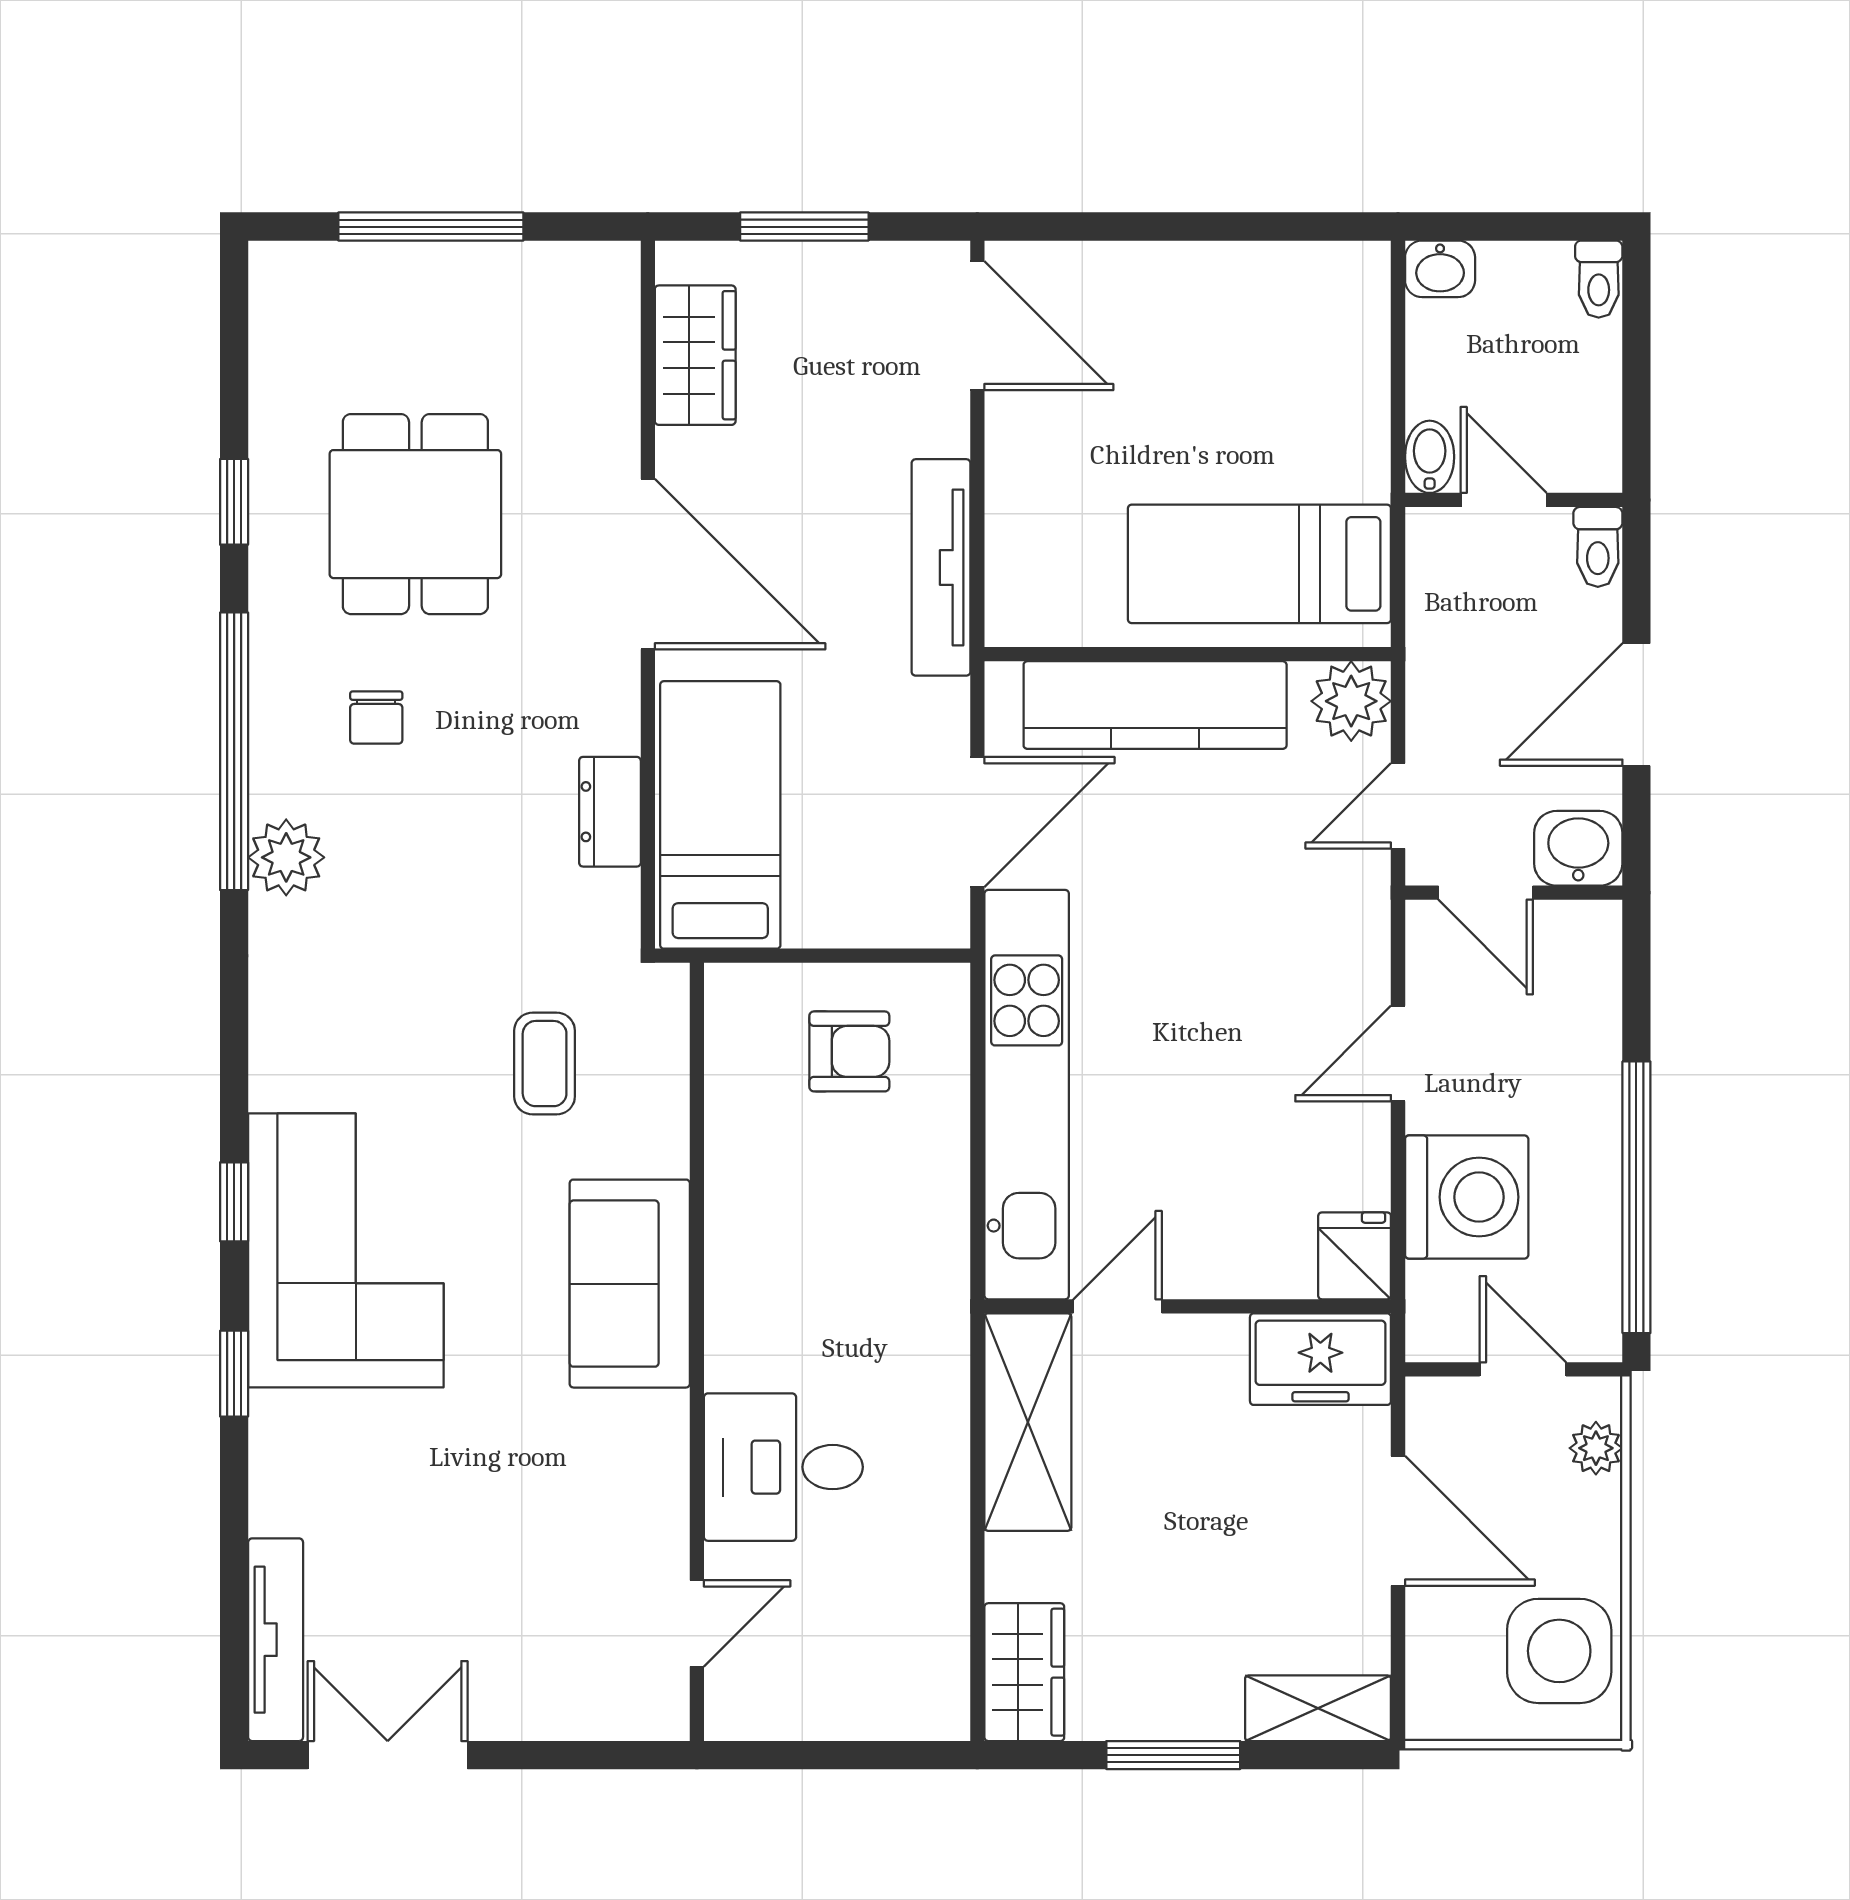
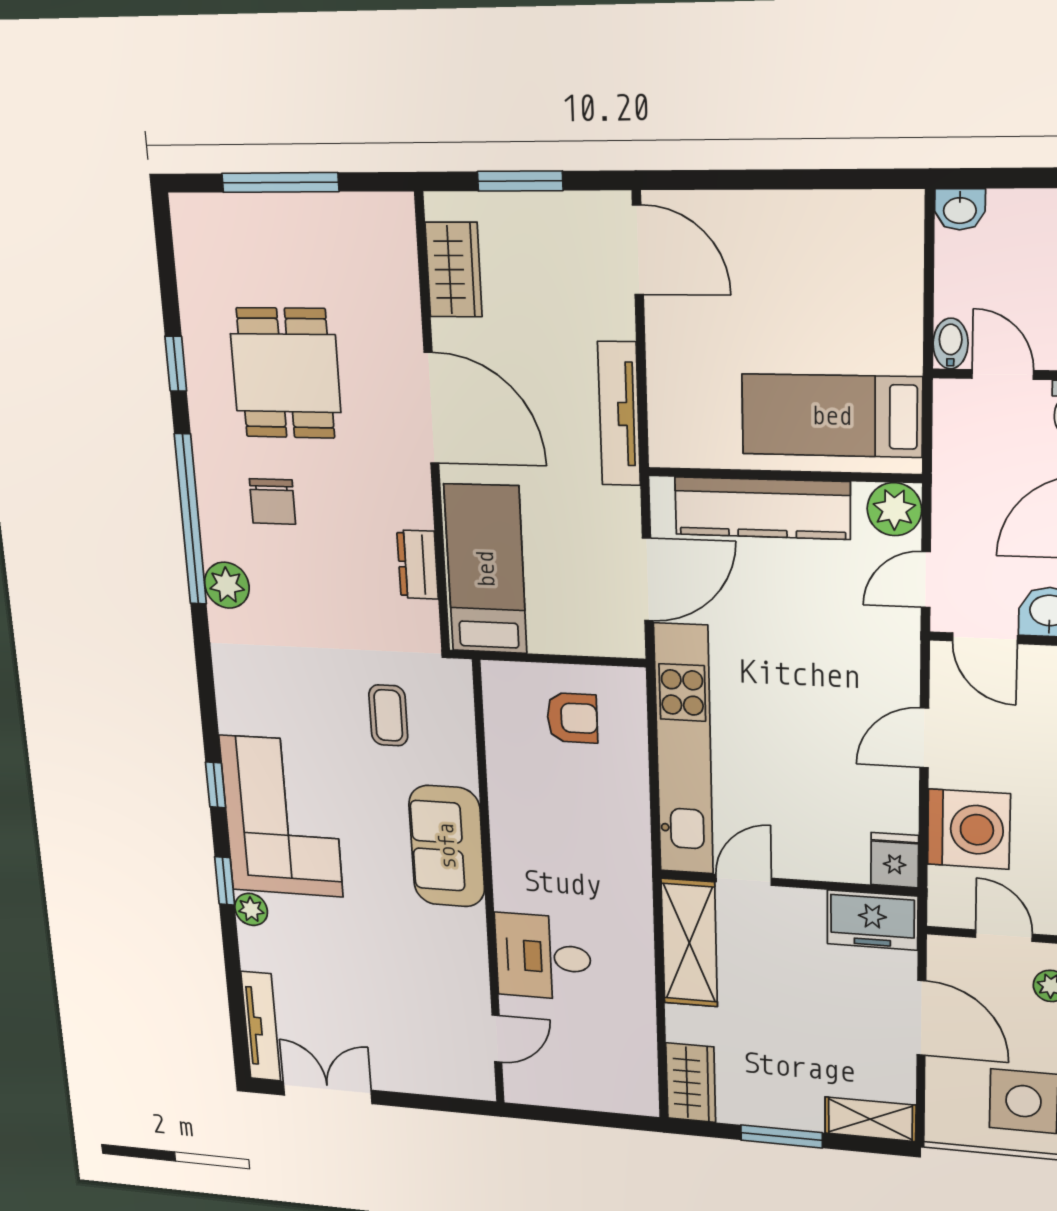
chair: (376, 718) -> (272, 501), width x1.37, depth x1.37
plant: (277, 1422) -> (251, 909), added

